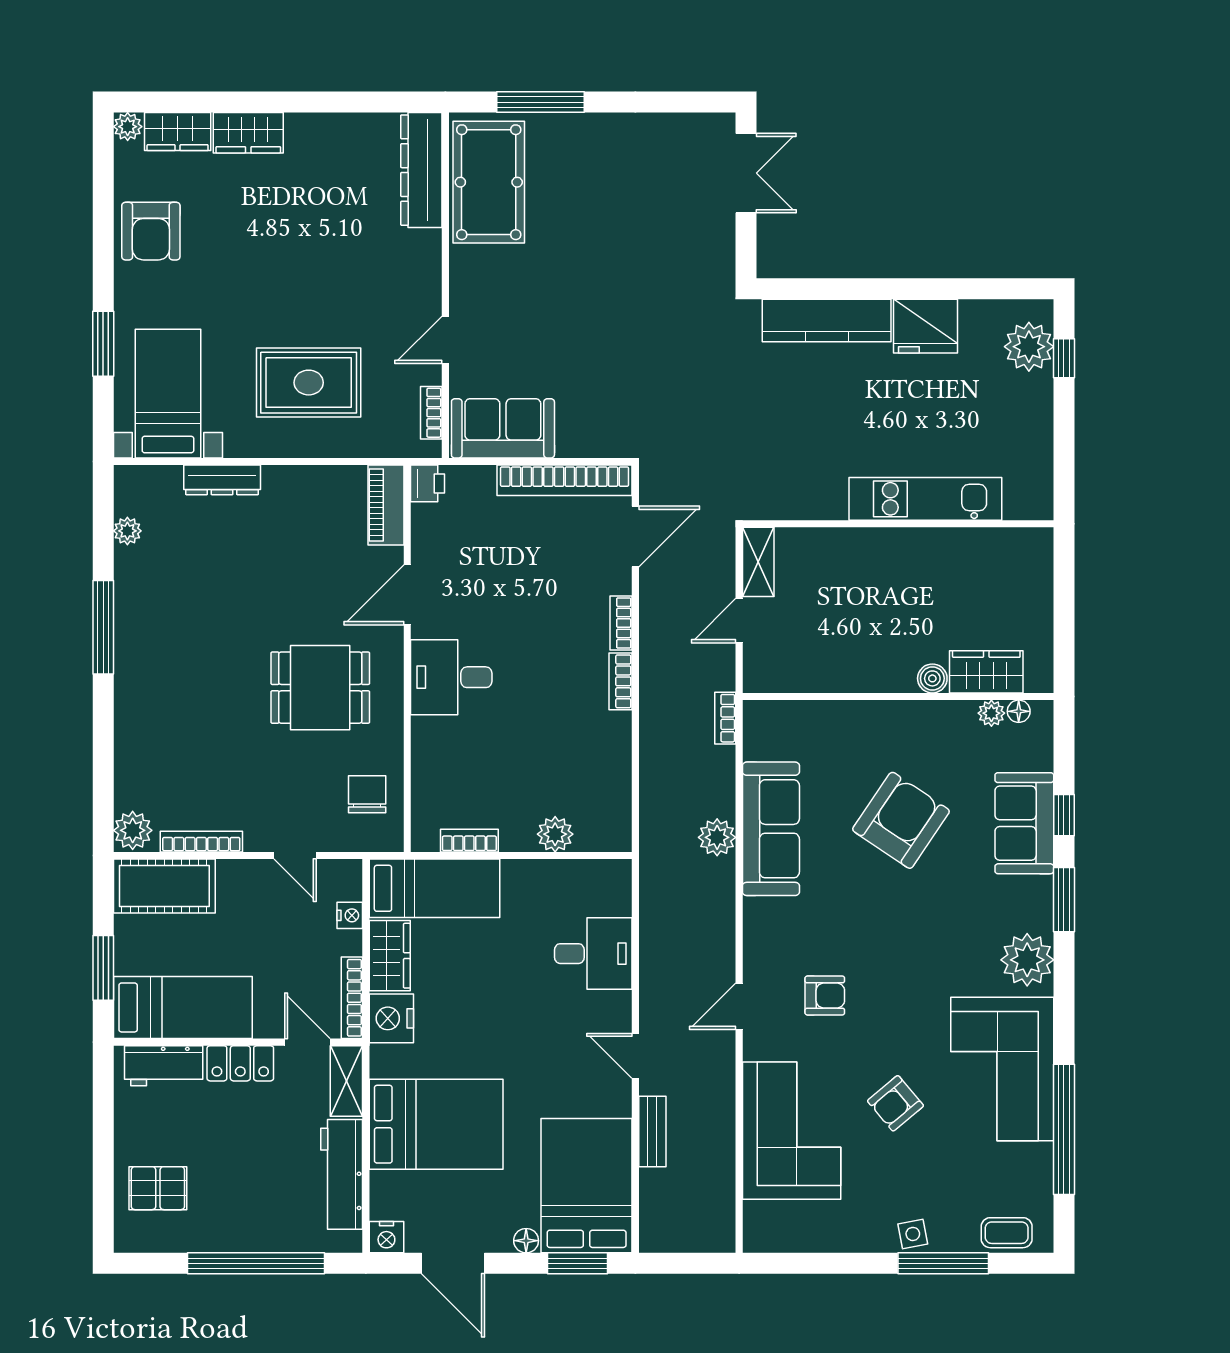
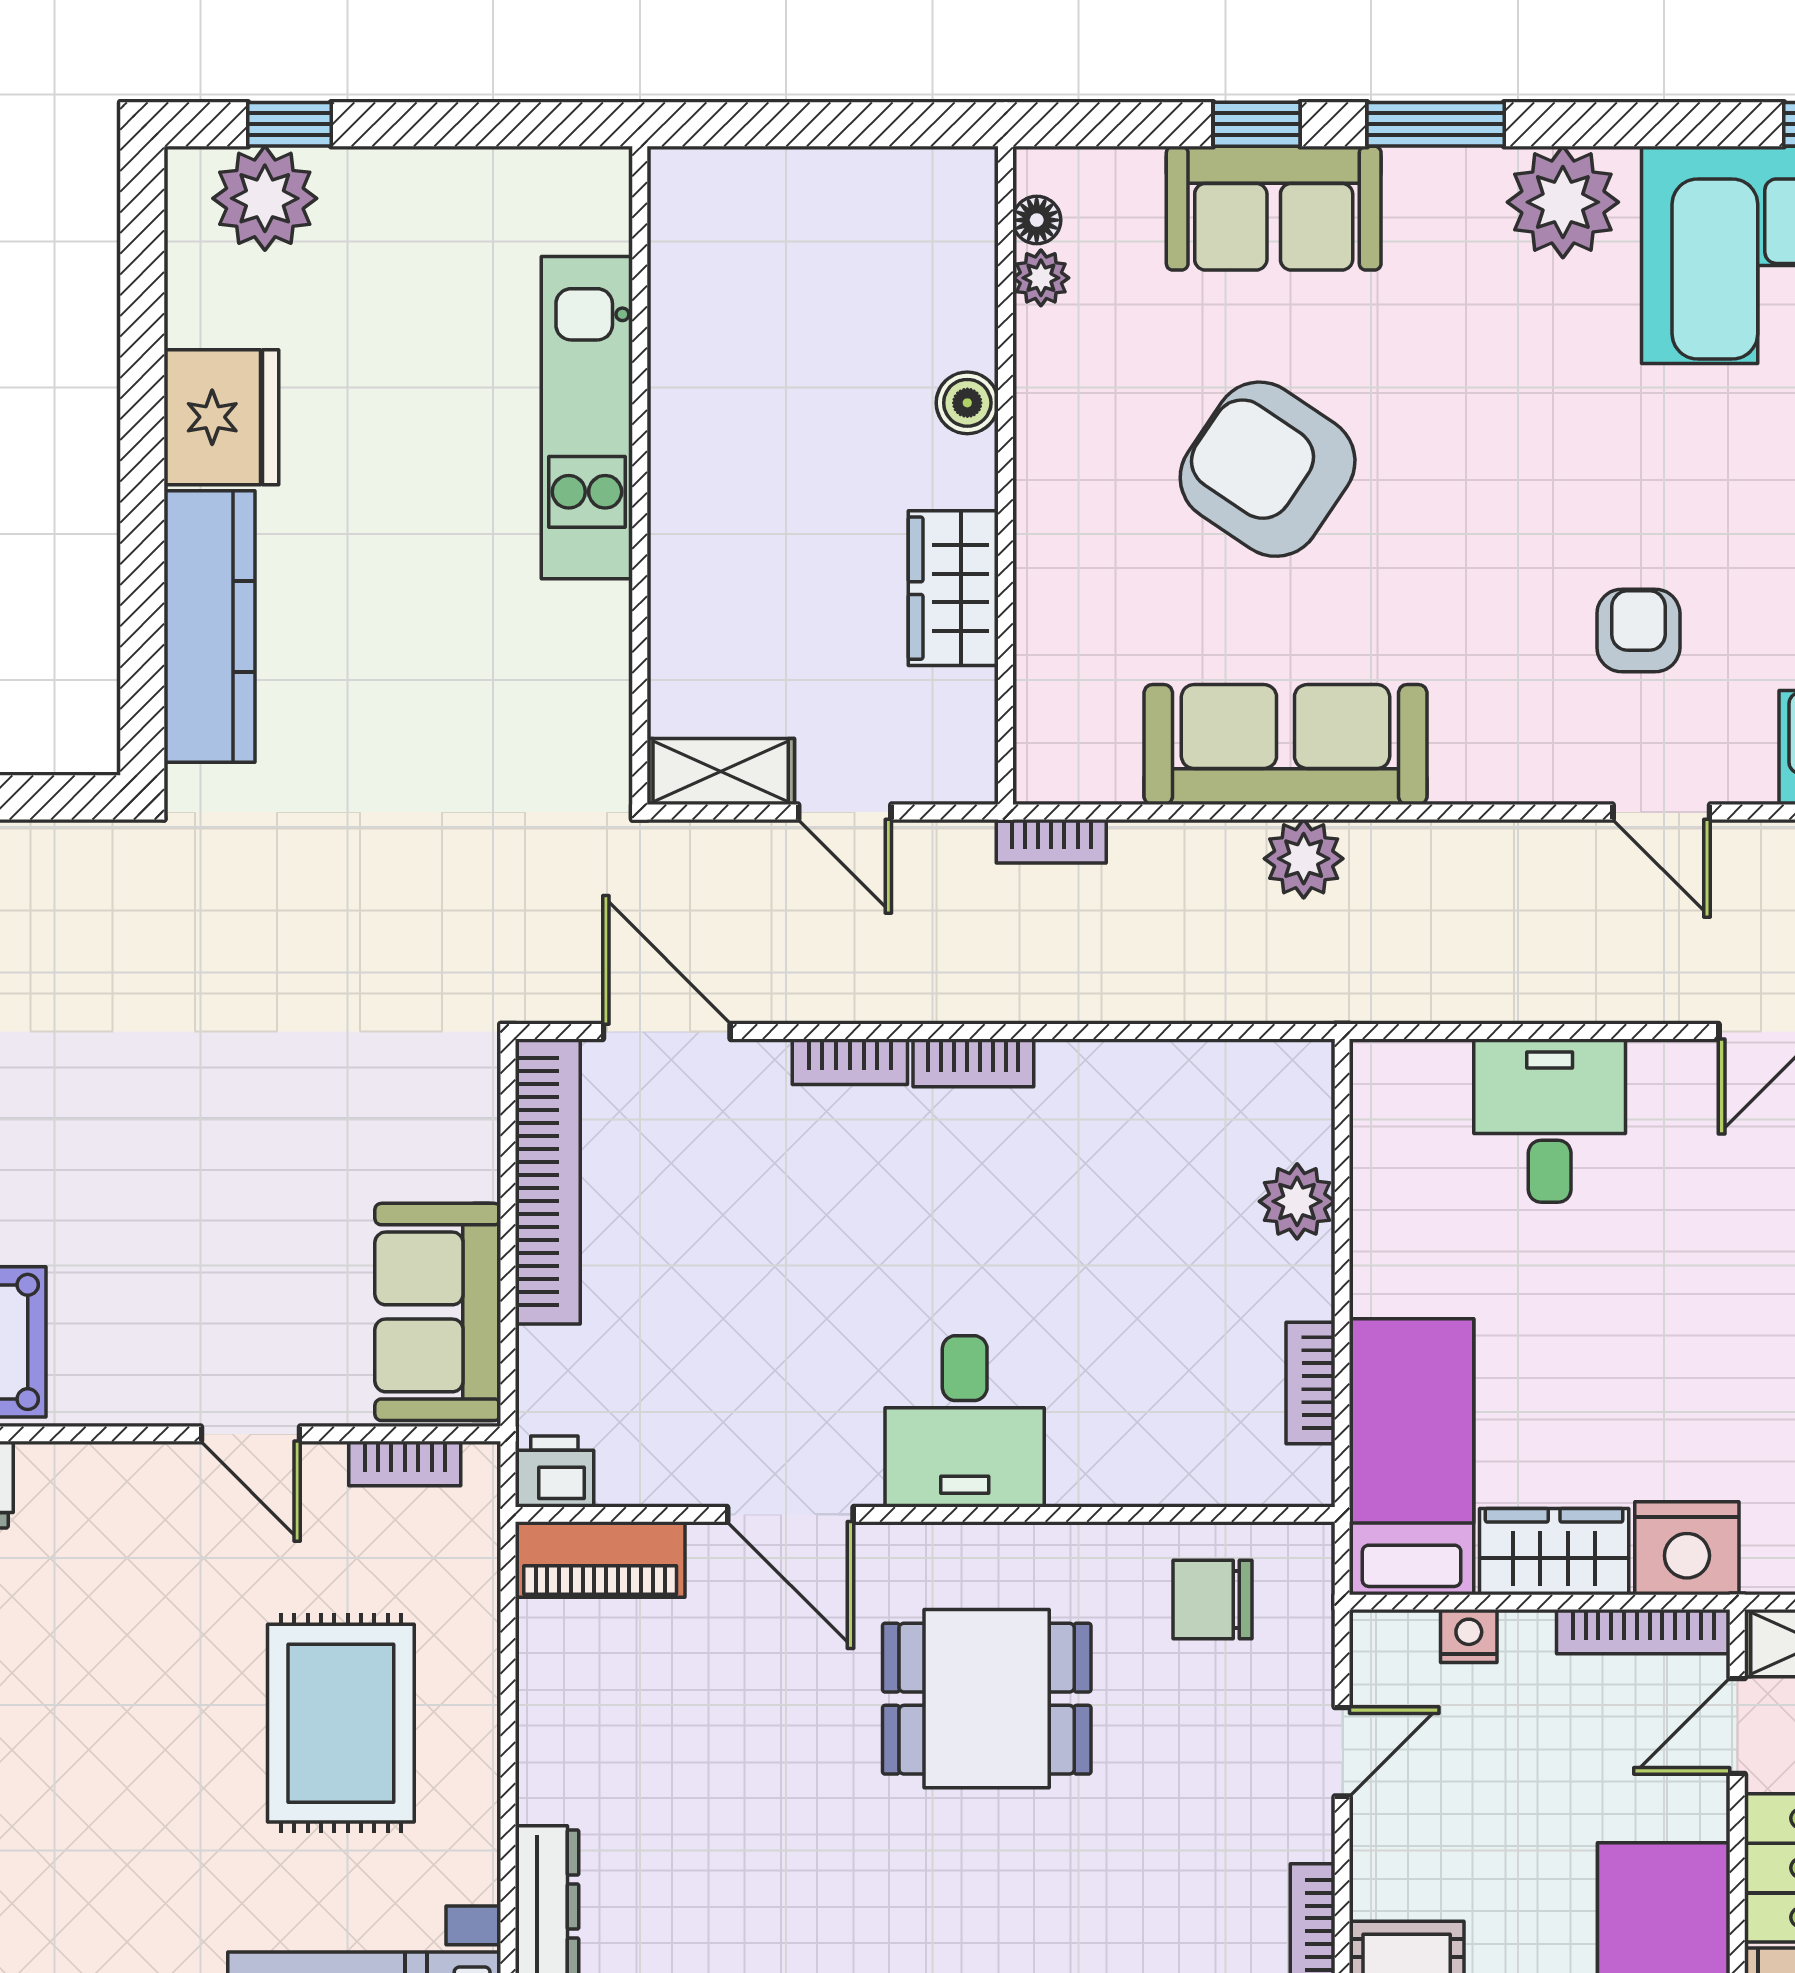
wardrobe: (986, 672) -> (953, 588), moved
dining table: (320, 688) -> (987, 1699), turned 90

